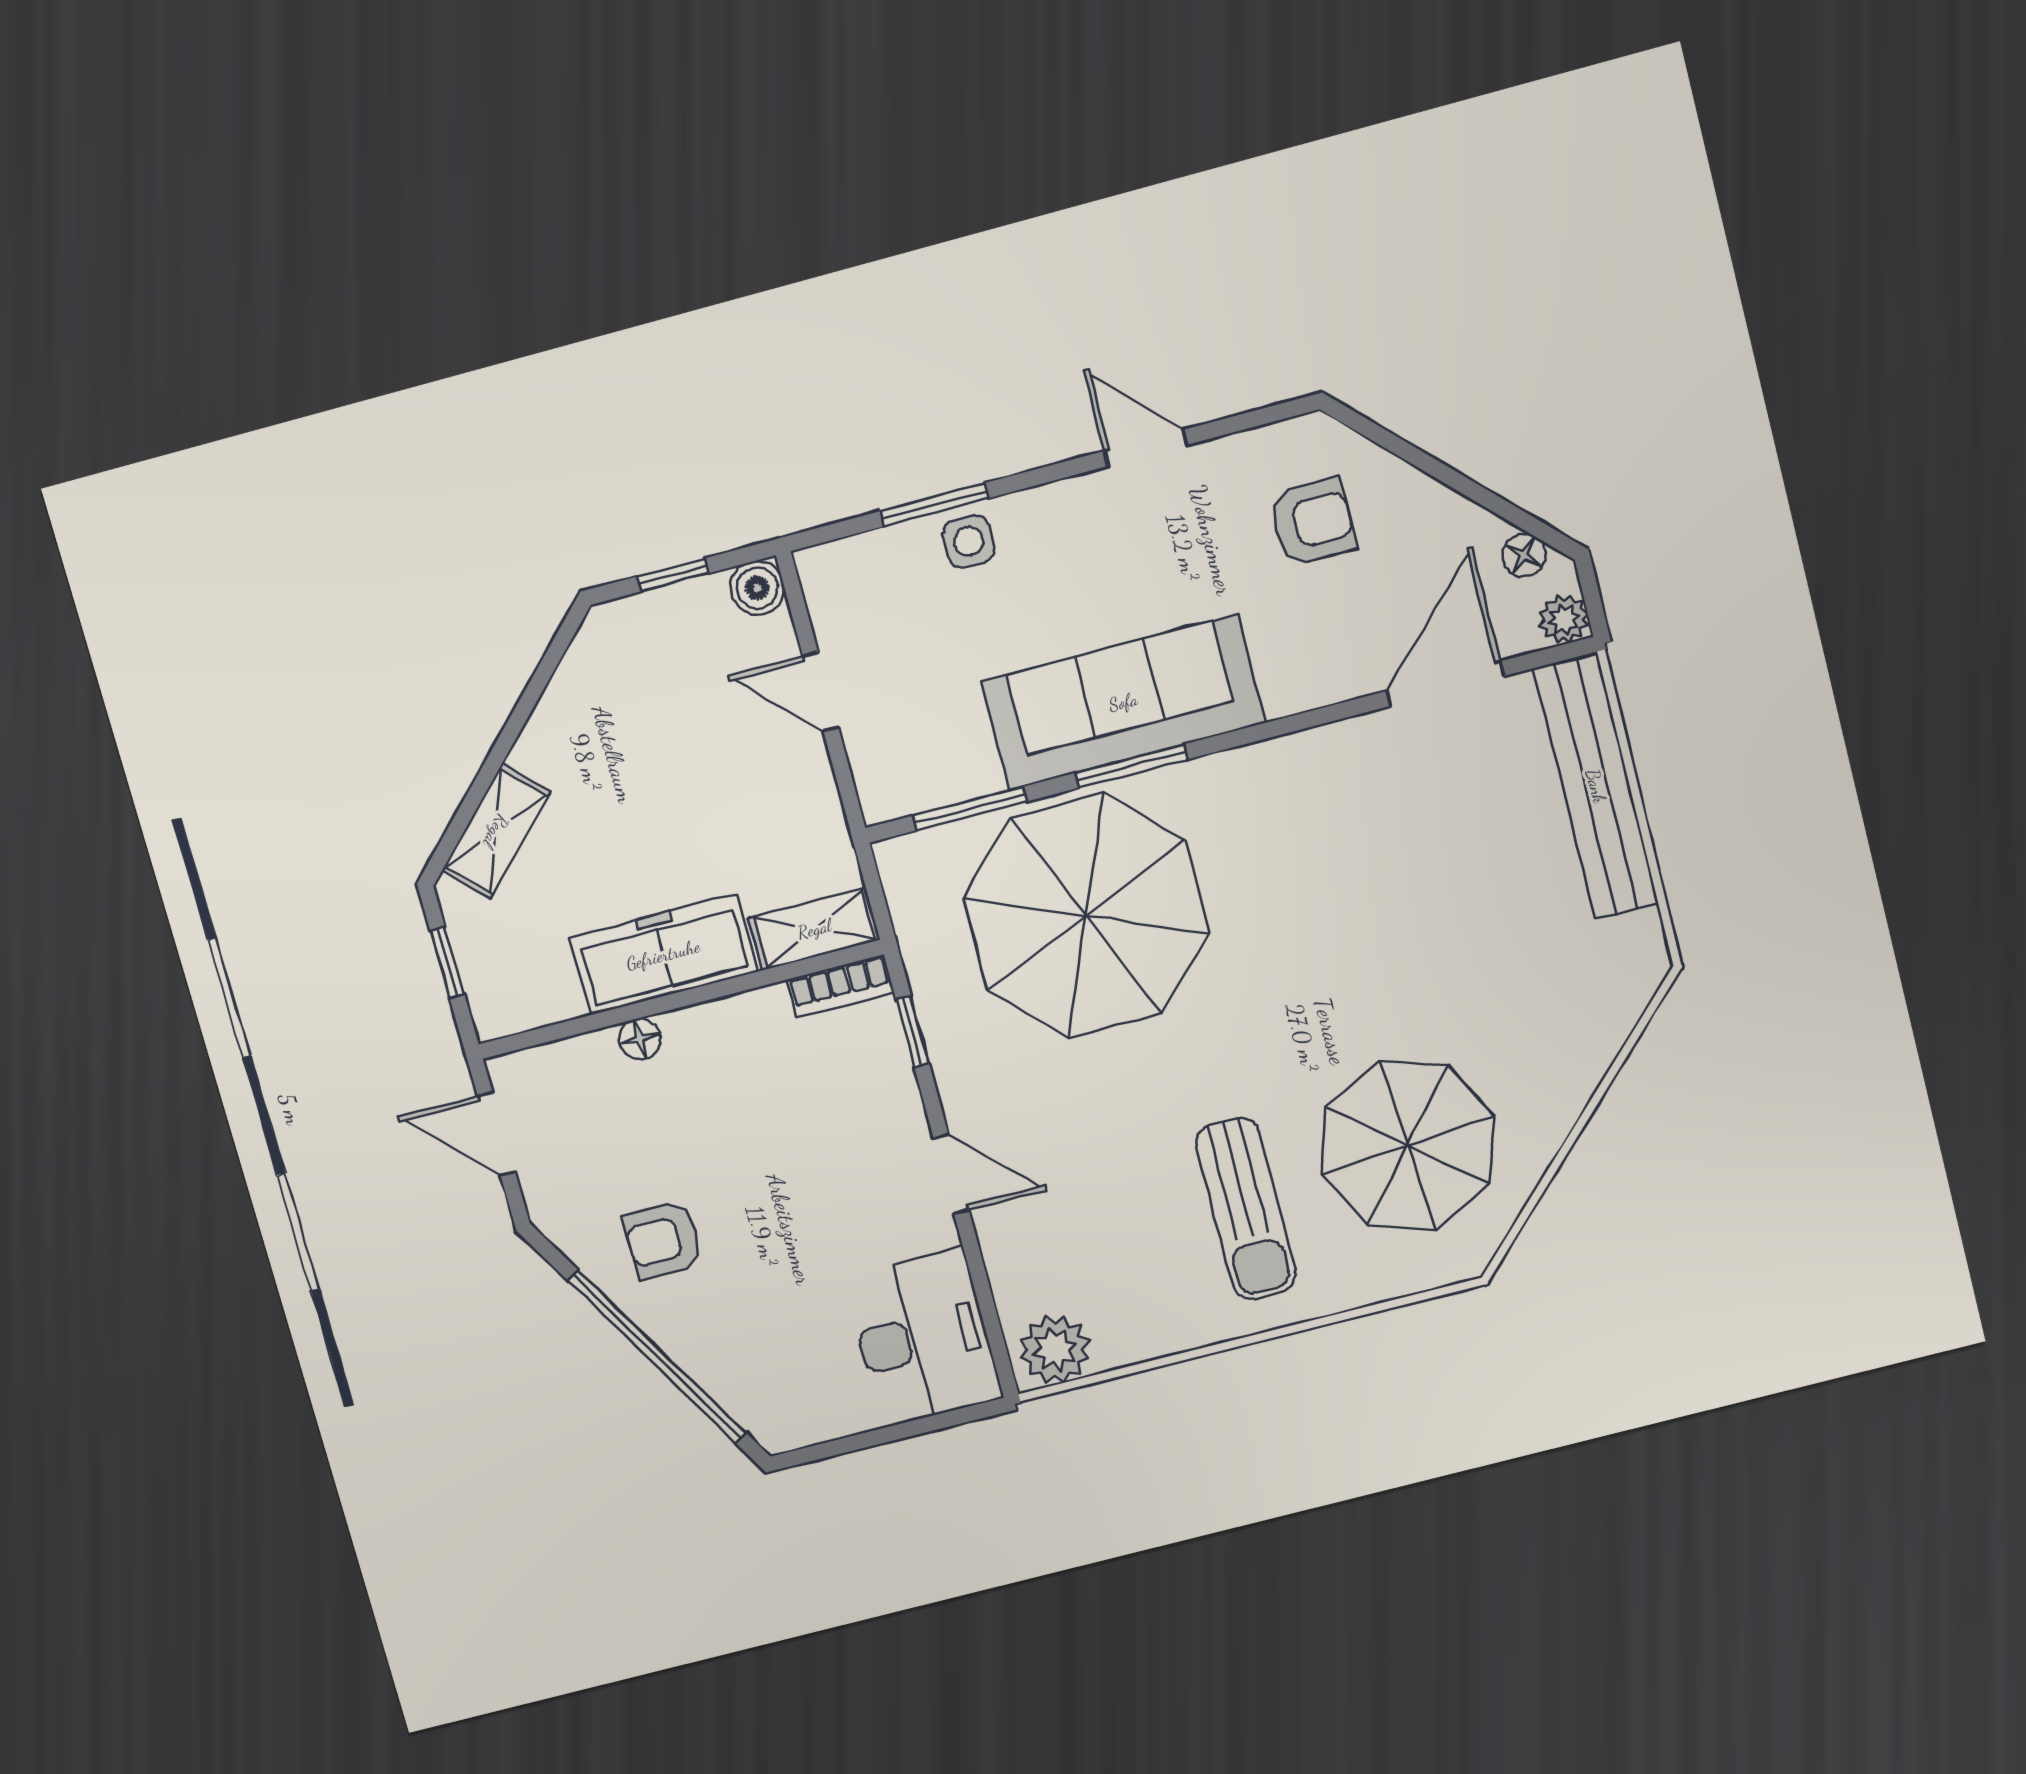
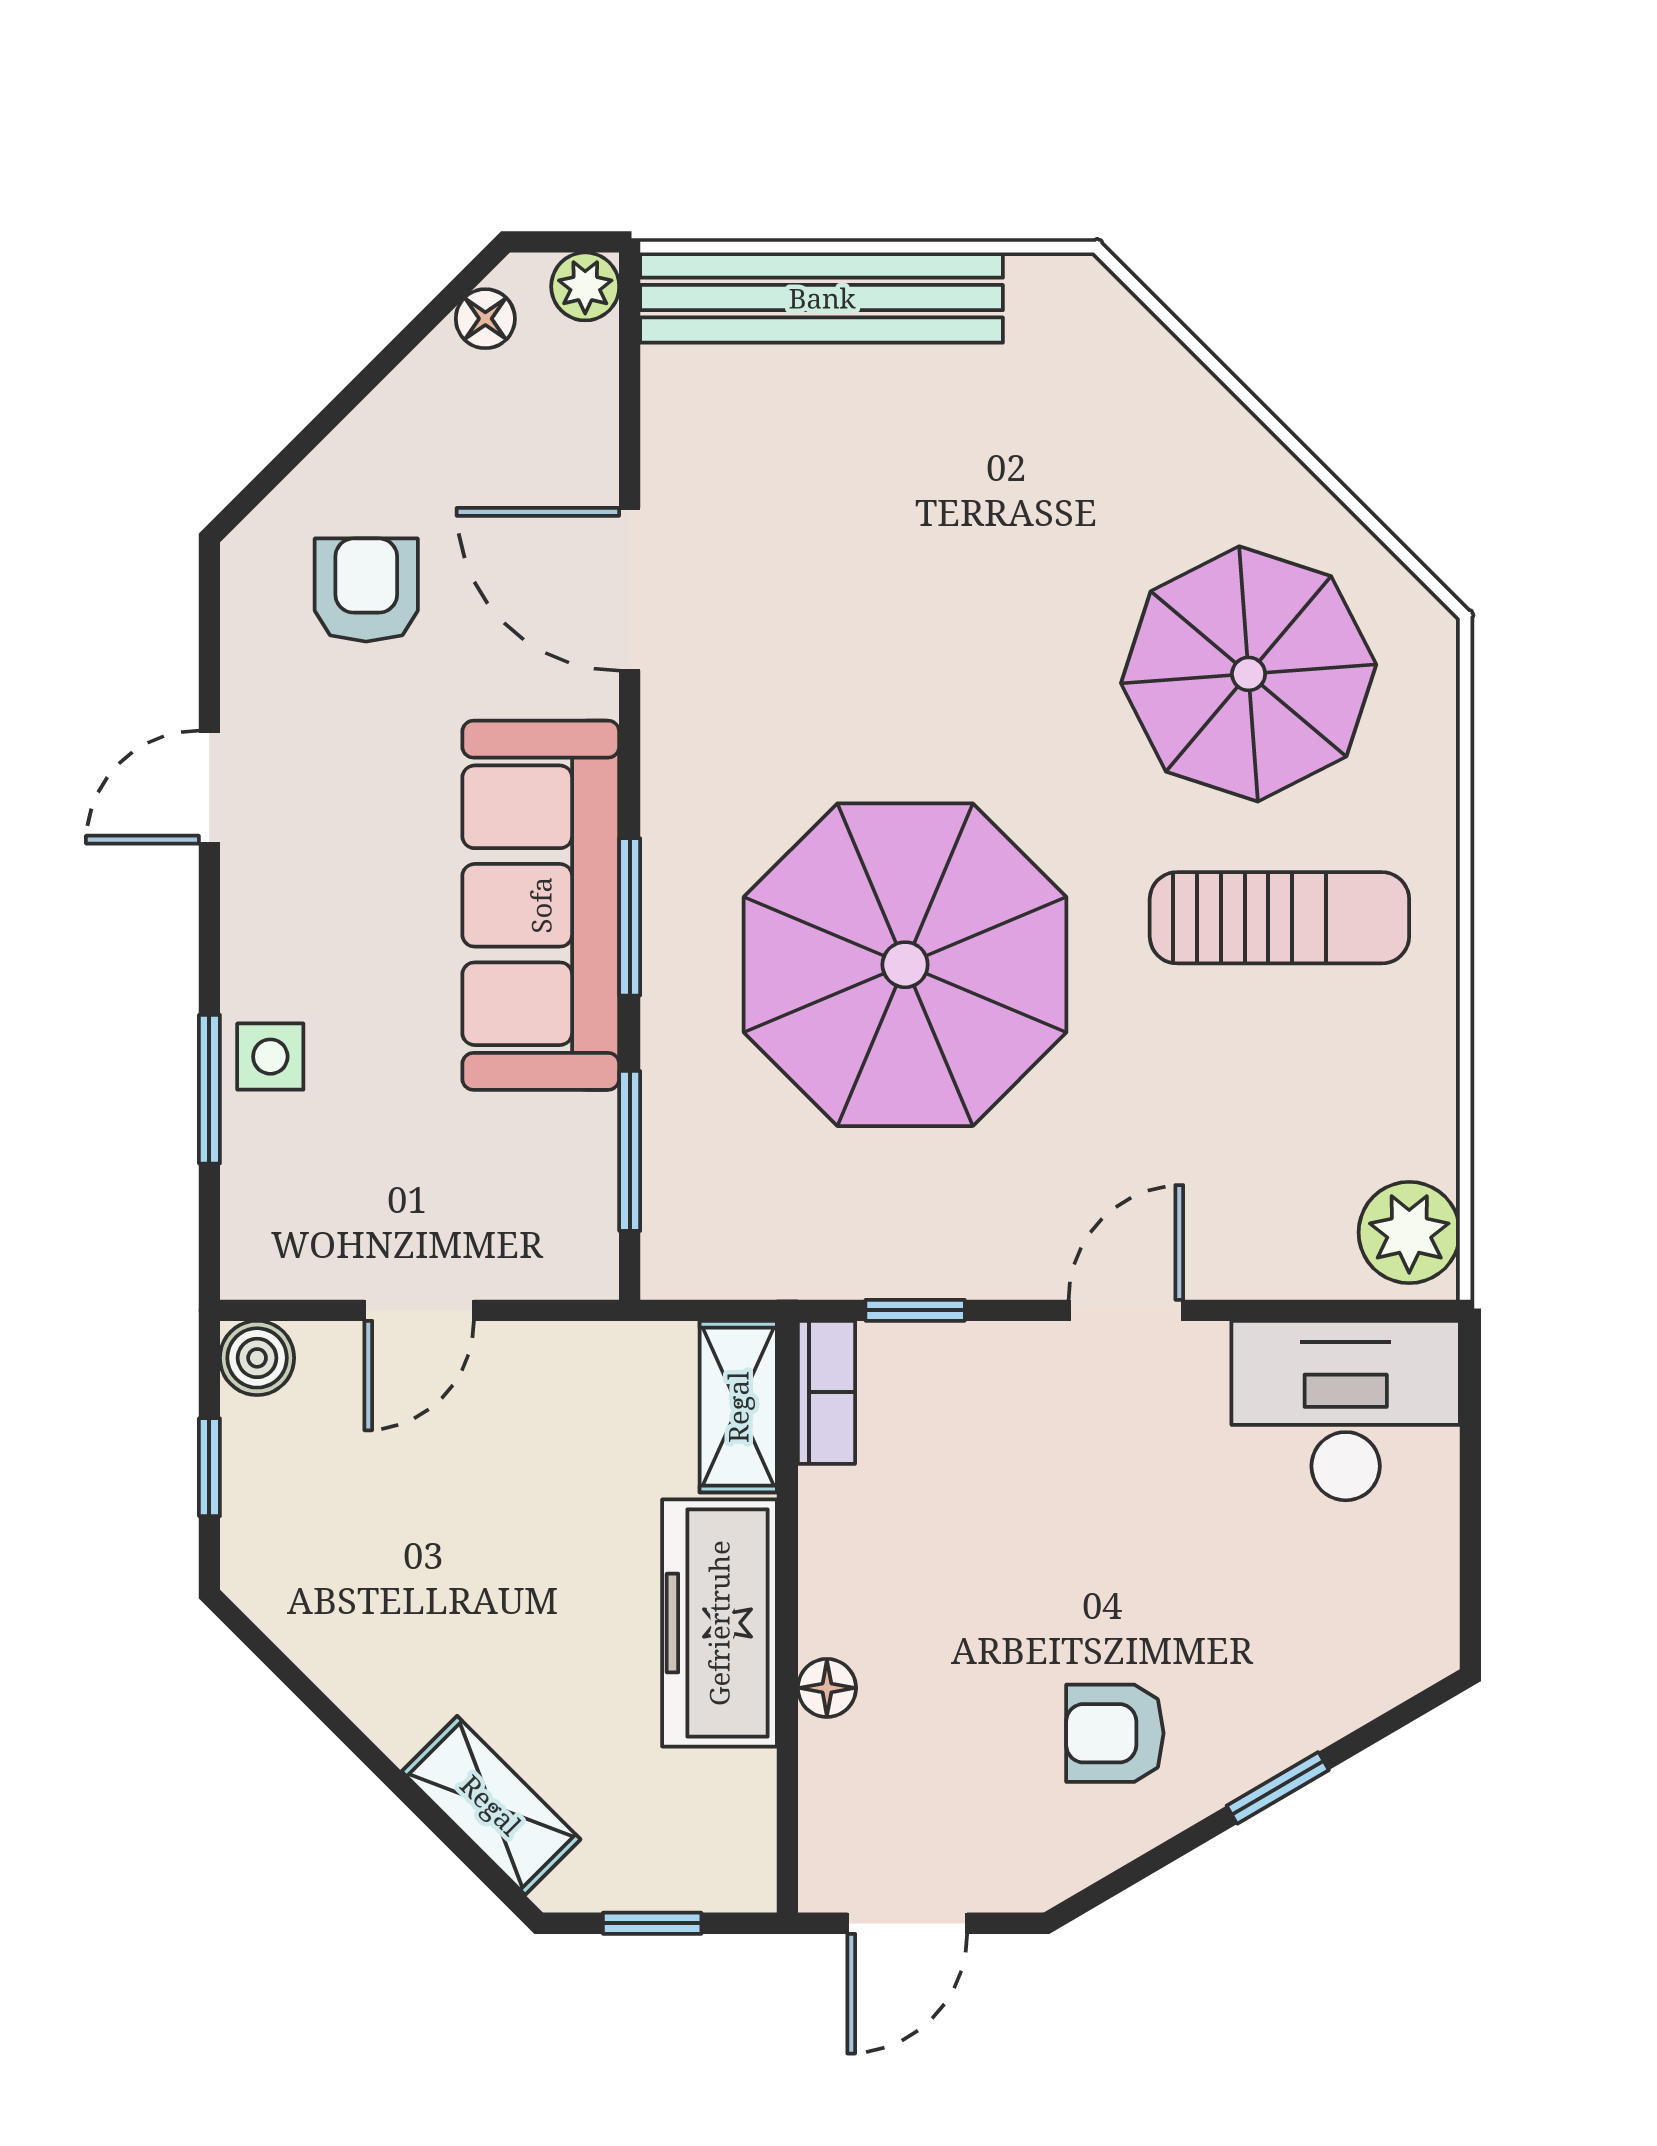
door: (1445, 684) -> (630, 589), moved
parasol: (1086, 916) -> (905, 965), moved
armchair: (663, 1240) -> (1115, 1733), turned 90
window: (657, 1357) -> (1278, 1788), width x0.32

